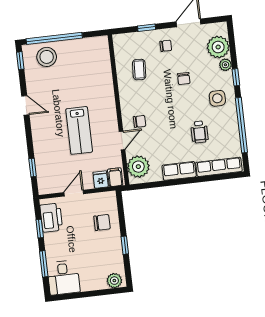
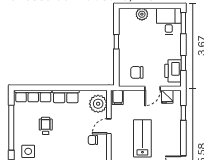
fridge: (101, 180) -> (167, 97), moved
chair: (102, 223) -> (137, 72), moved
window: (44, 264) -> (183, 23), moved
plant: (114, 281) -> (142, 14), moved

